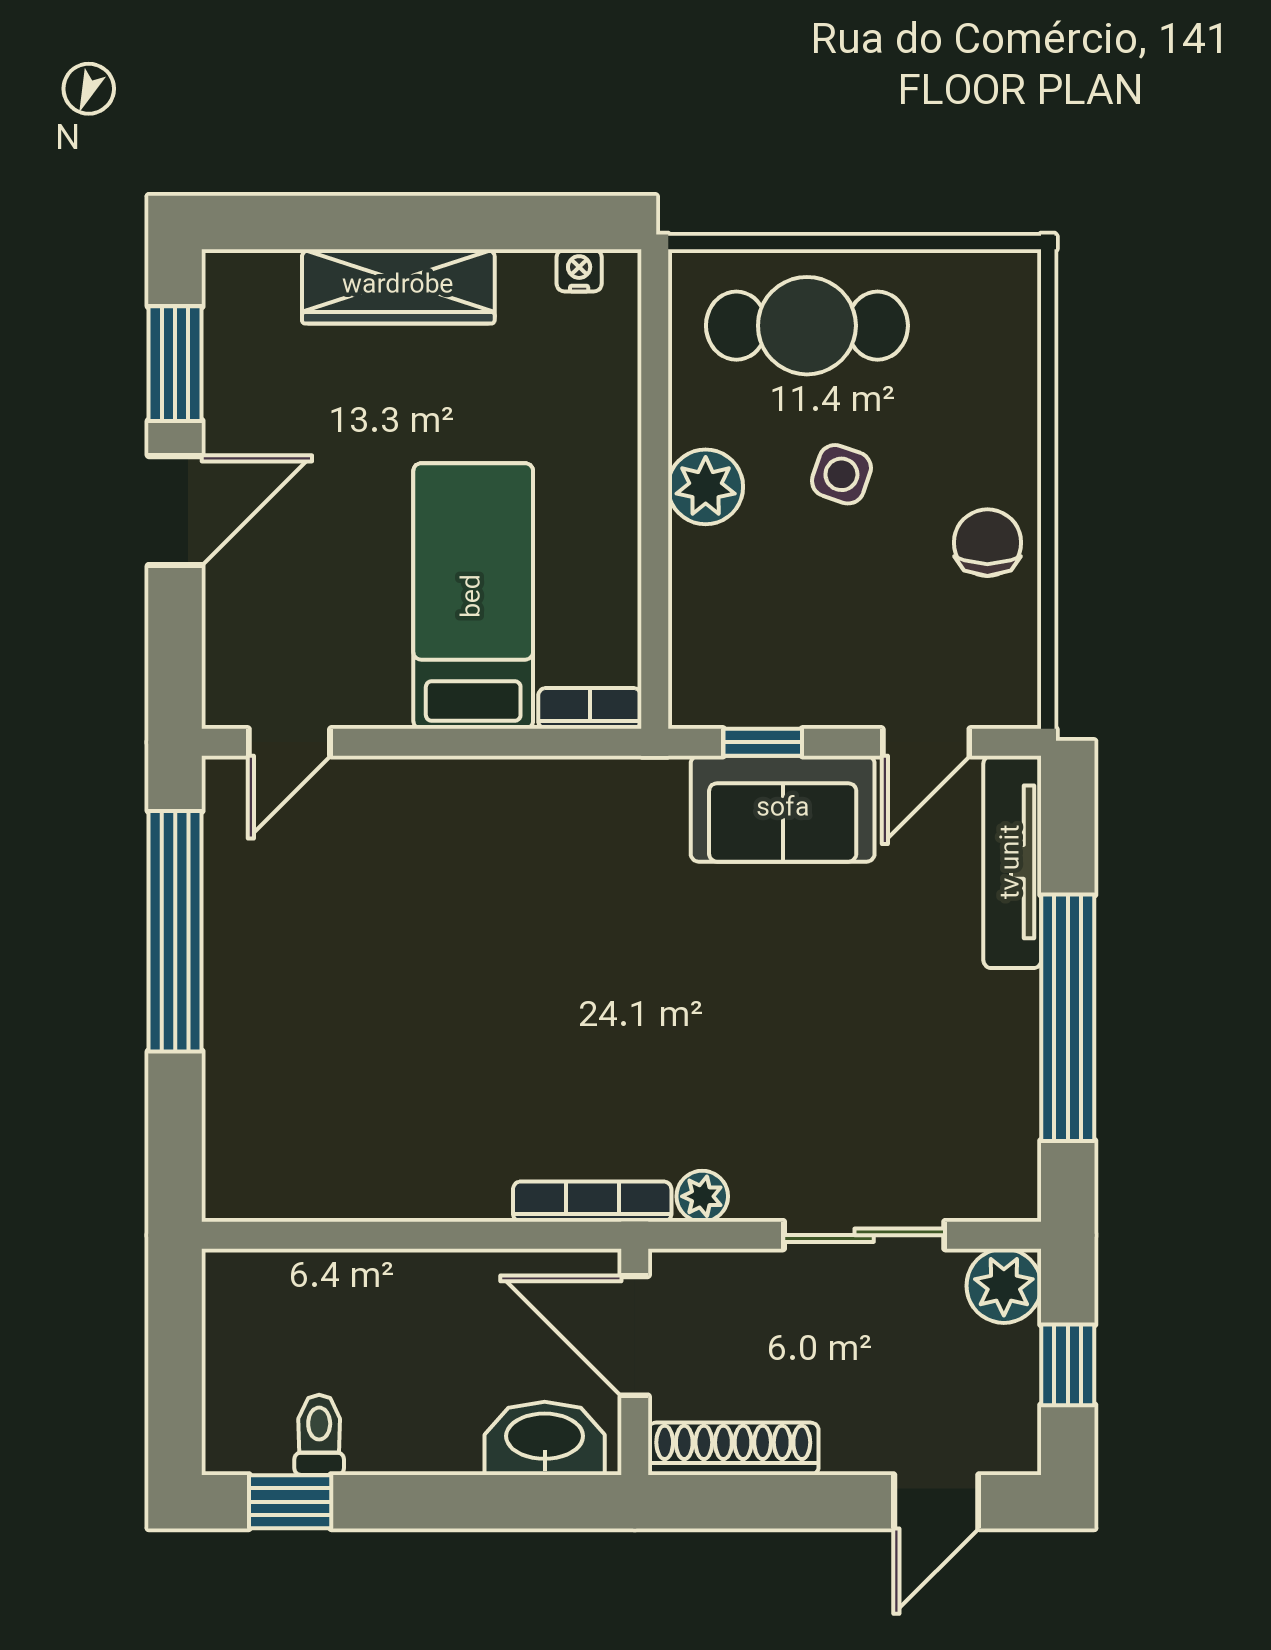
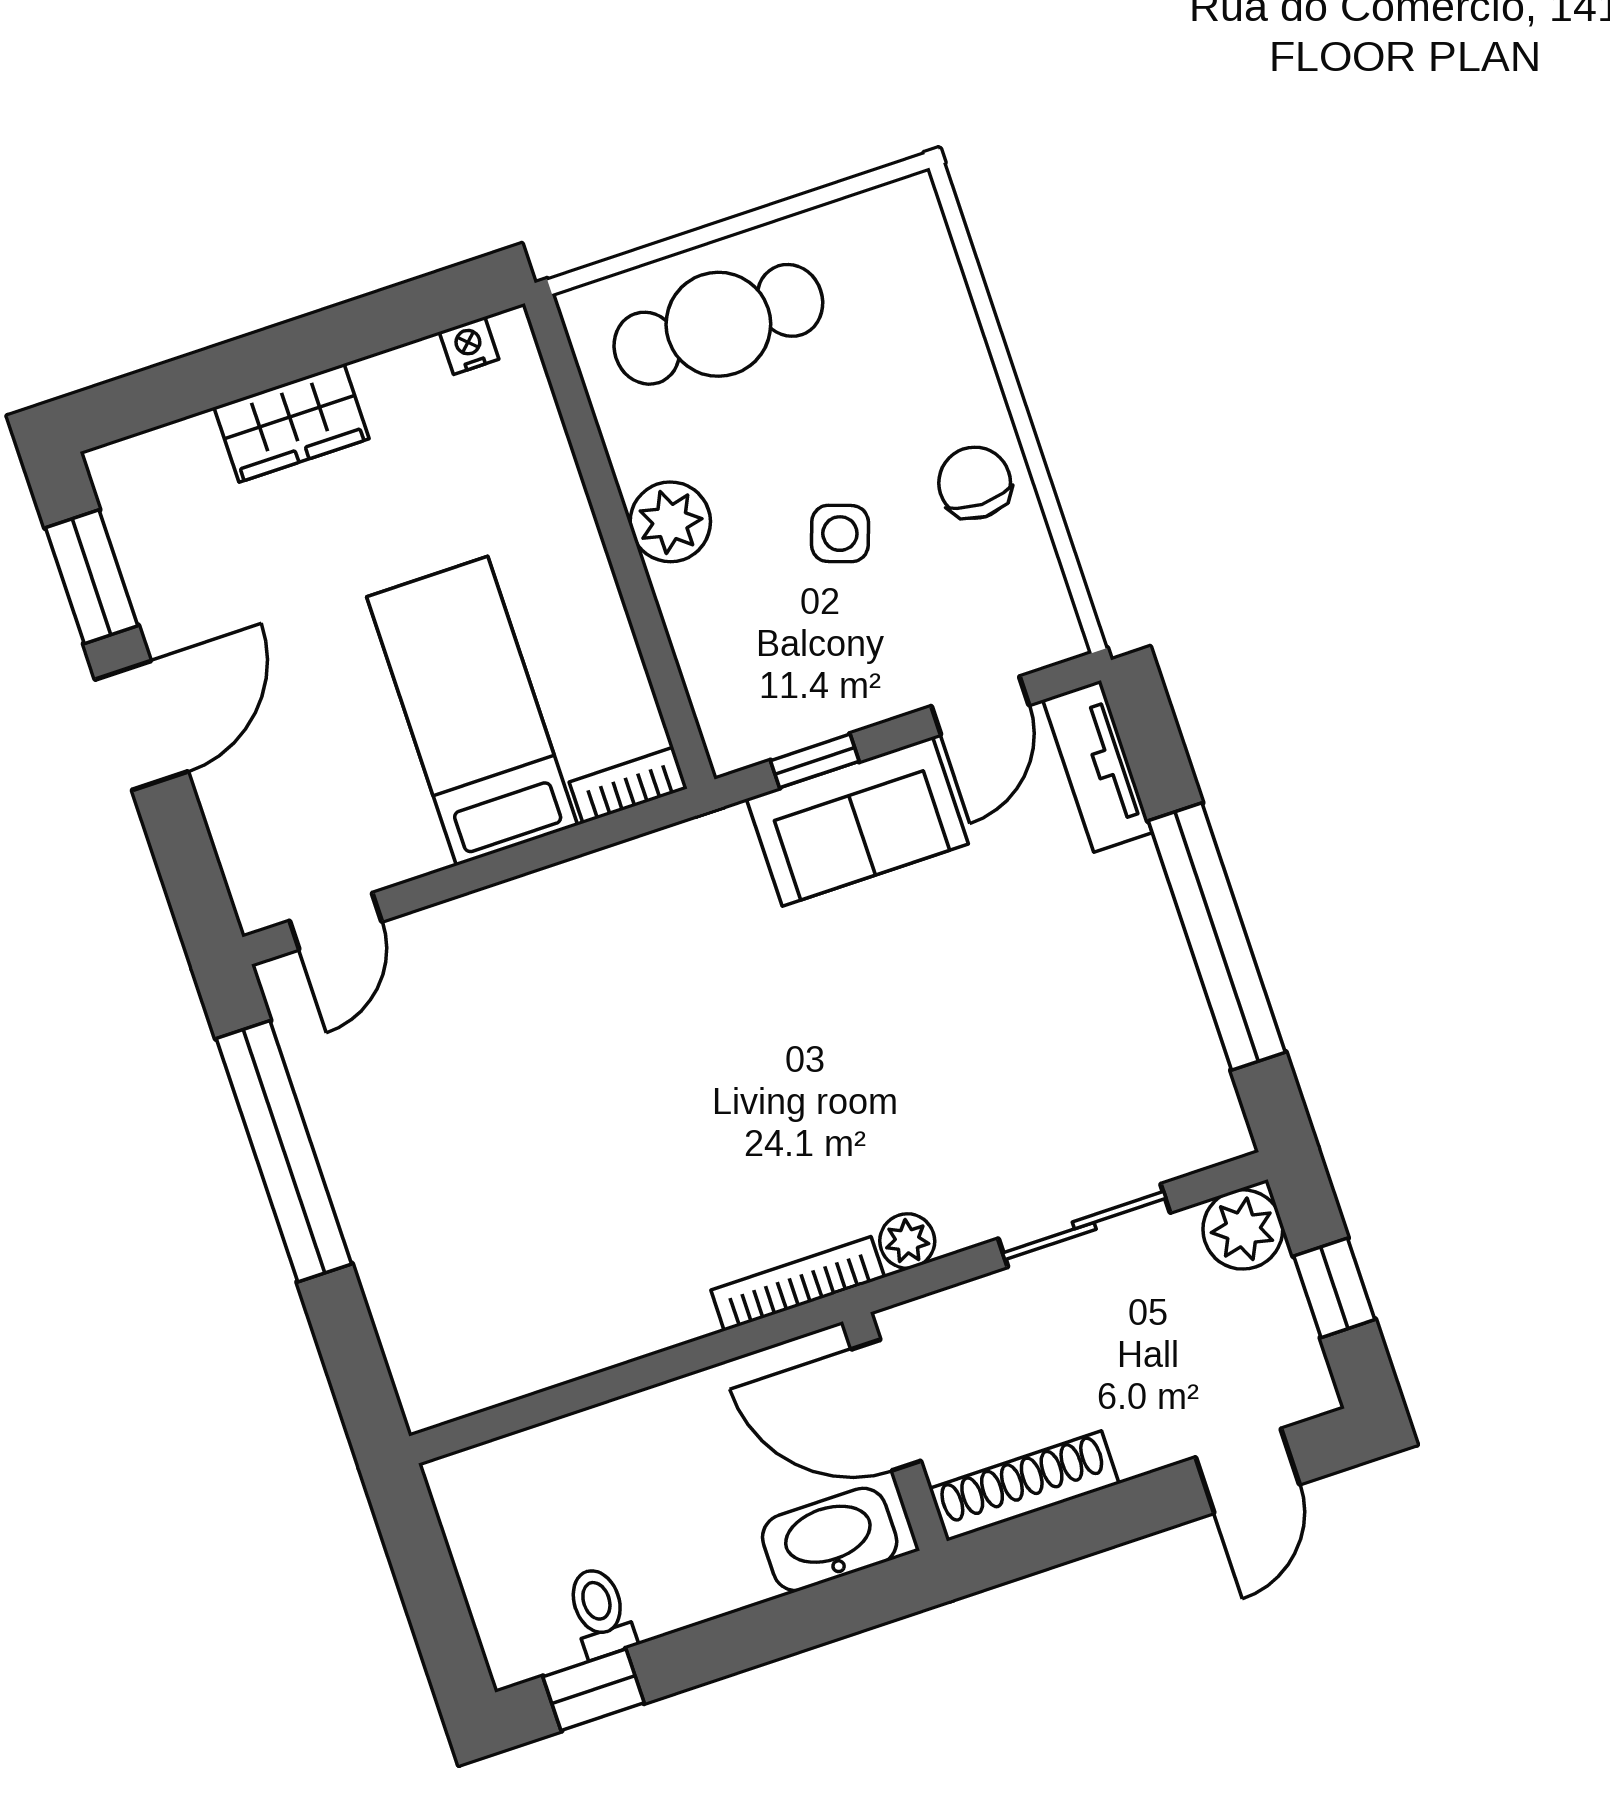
wardrobe: (398, 286) -> (291, 423), width x0.67
side table: (841, 474) -> (840, 534), moved
tv unit: (1012, 862) -> (1097, 766), width x0.71

